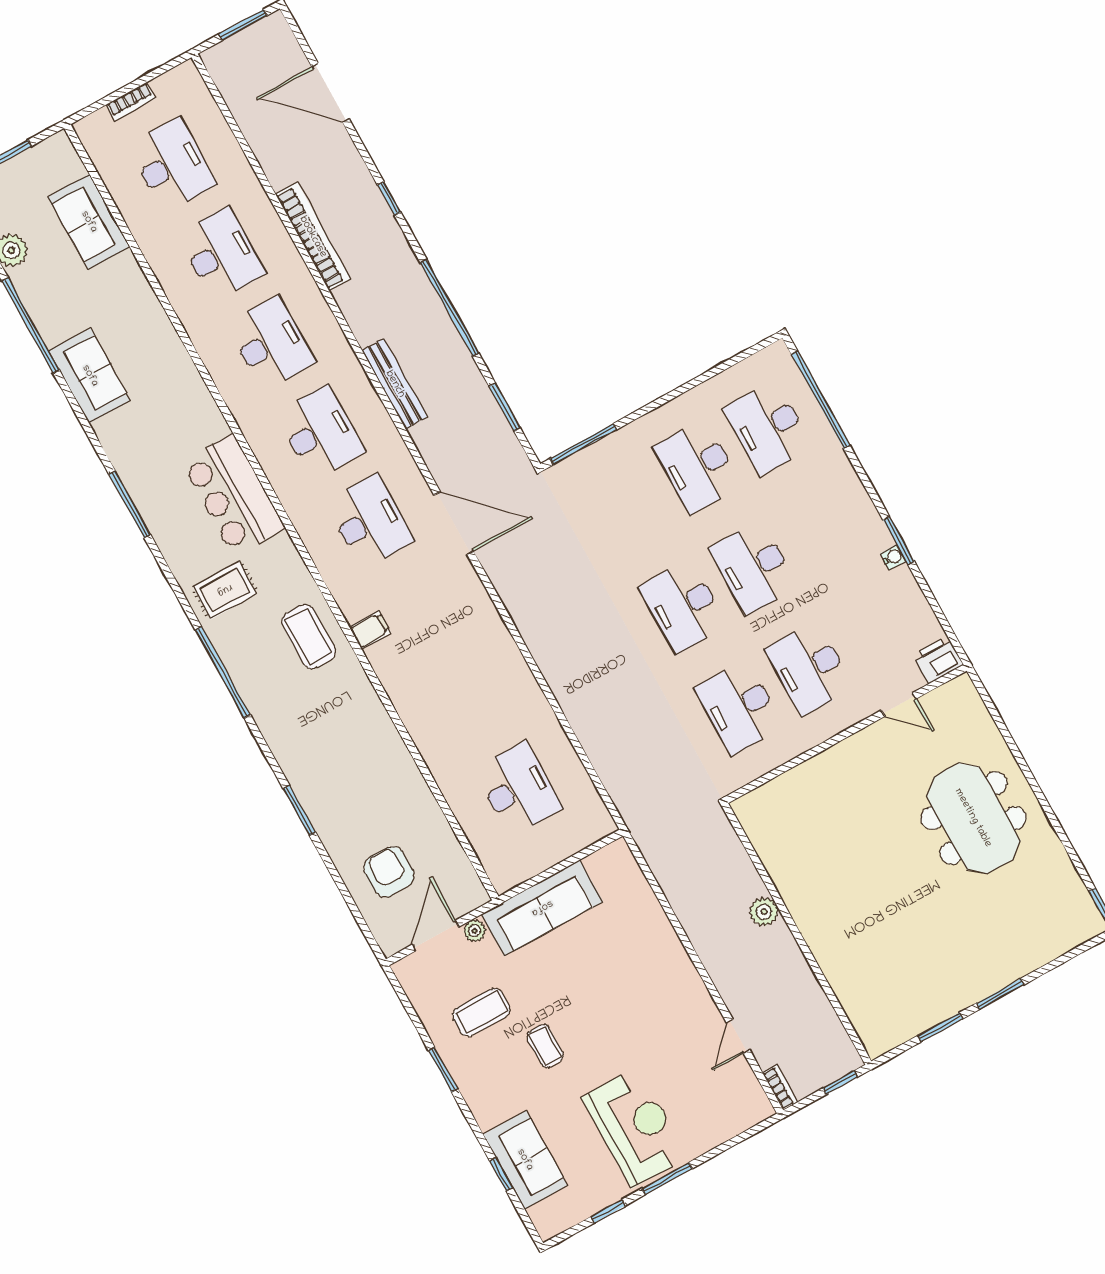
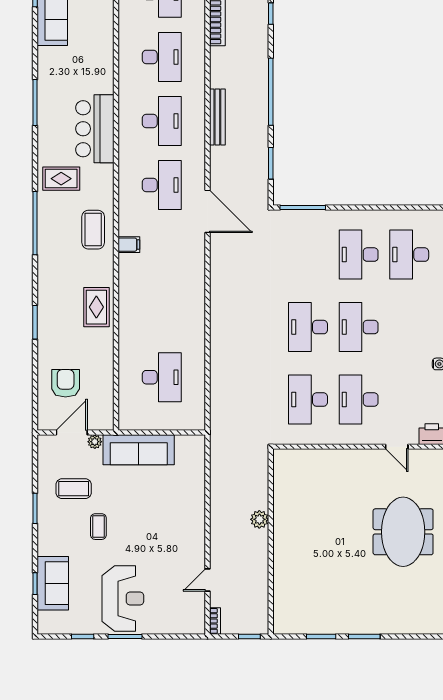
rug: (373, 742) -> (96, 307), added

